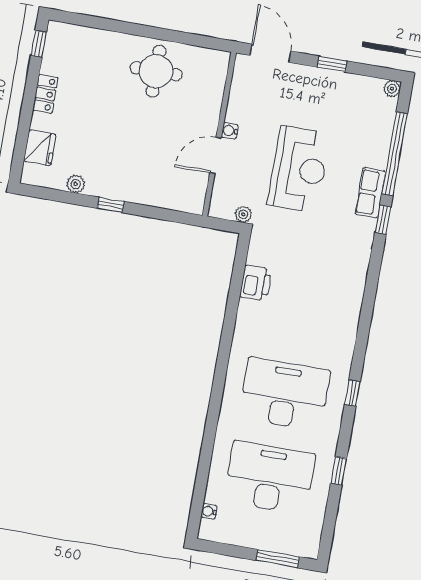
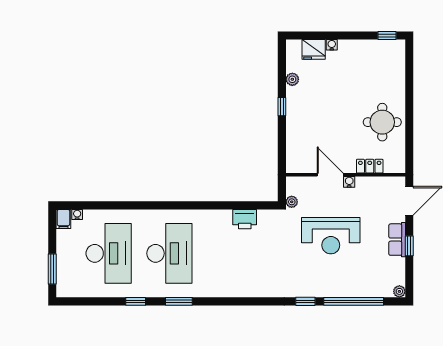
locker: (45, 94) -> (370, 166), moved, turned 180
water cooler: (38, 122) -> (332, 45), added
row of seats: (370, 193) -> (397, 240), moved, turned -90
window: (352, 393) -> (179, 301), width x1.50
window: (339, 471) -> (136, 301), moved
filing cabinet: (212, 531) -> (63, 219), added

